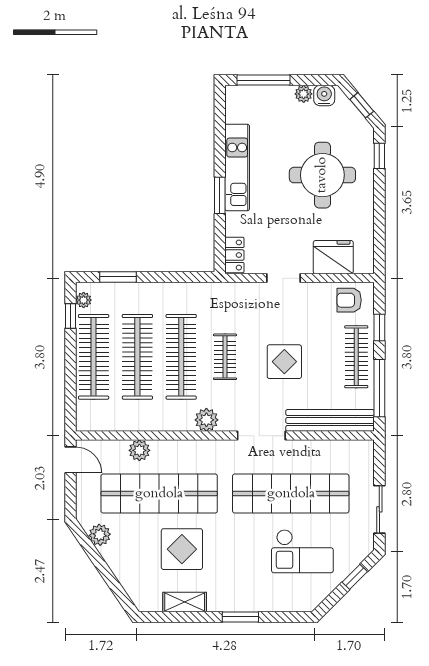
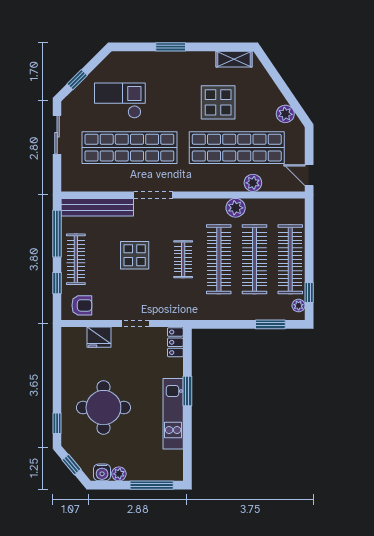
fridge: (333, 257) -> (99, 337), width x0.73, depth x0.75
plant: (206, 420) -> (236, 208), moved
shelving: (185, 602) -> (234, 59), moved

